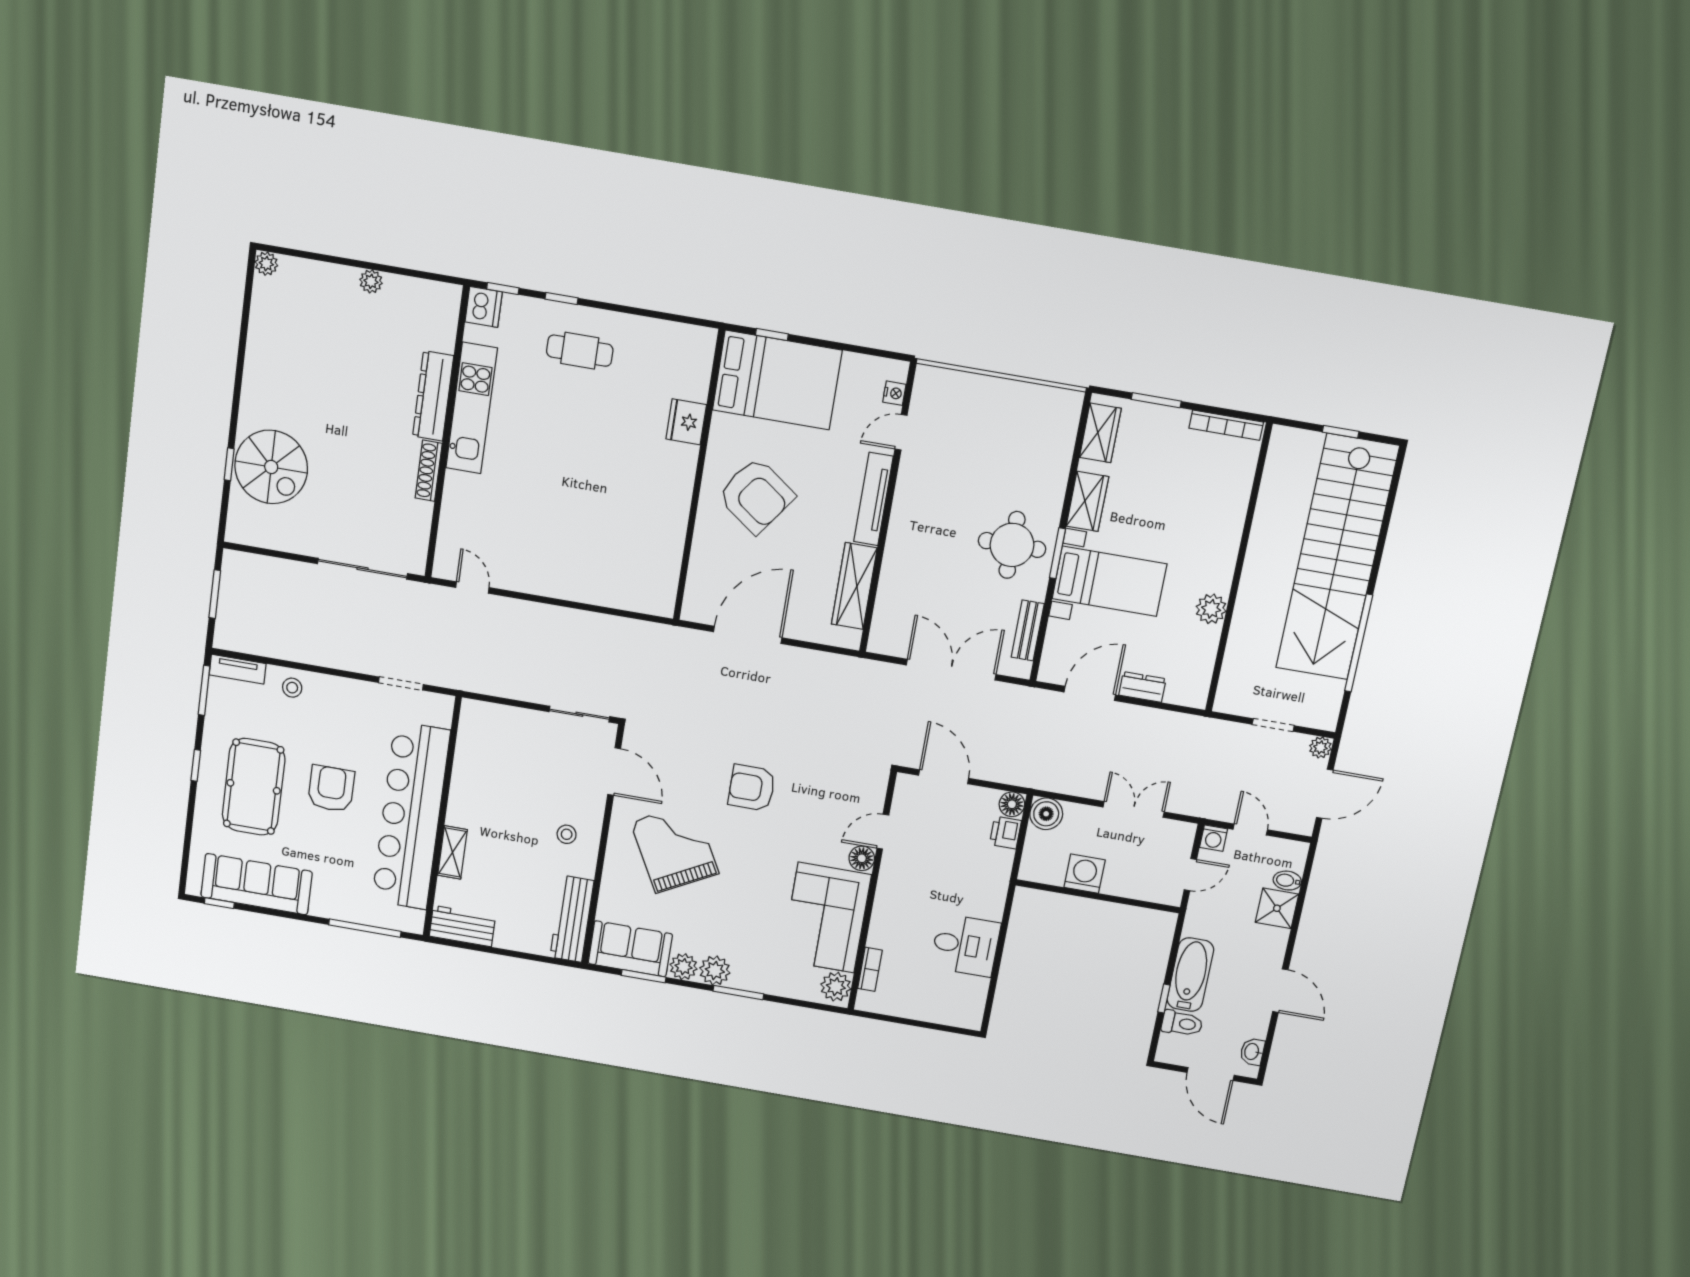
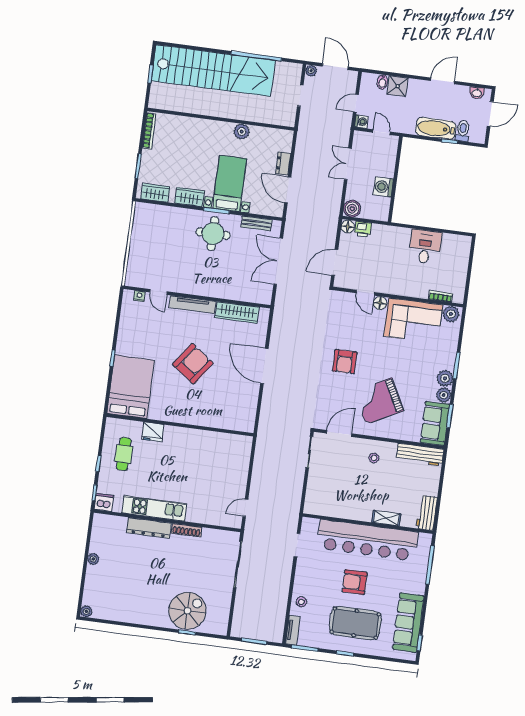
bed: (777, 380) -> (131, 387), moved
fridge: (686, 422) -> (153, 432), moved
wall: (699, 476) -> (180, 425), moved

